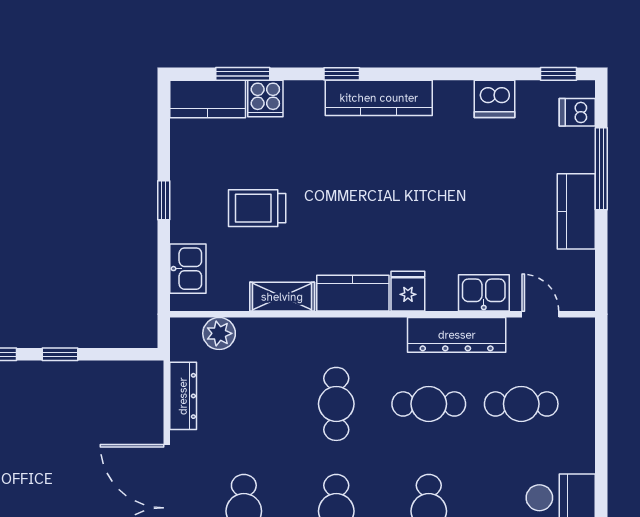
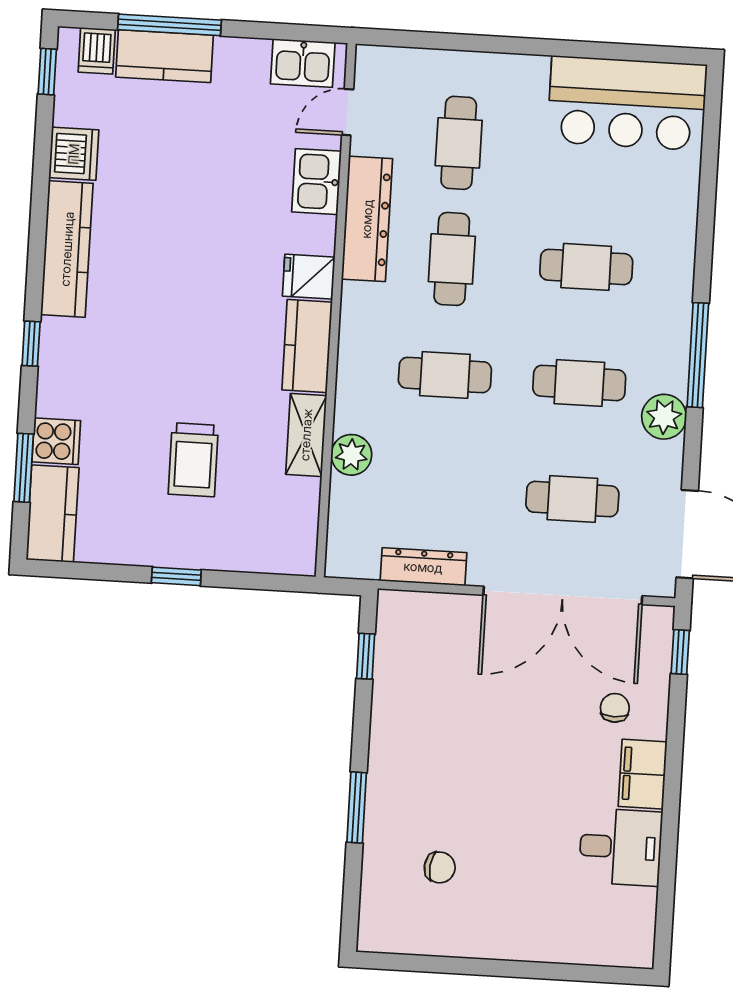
kitchen counter: (379, 98) -> (67, 249), moved
kitchen counter: (576, 211) -> (164, 56), moved
kitchen sink: (188, 269) -> (303, 63), moved, turned 180
plant: (219, 333) -> (351, 455), moved
window: (60, 354) -> (366, 656), moved

